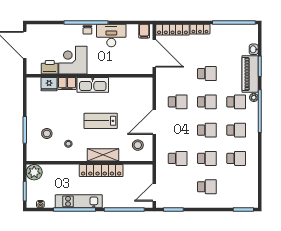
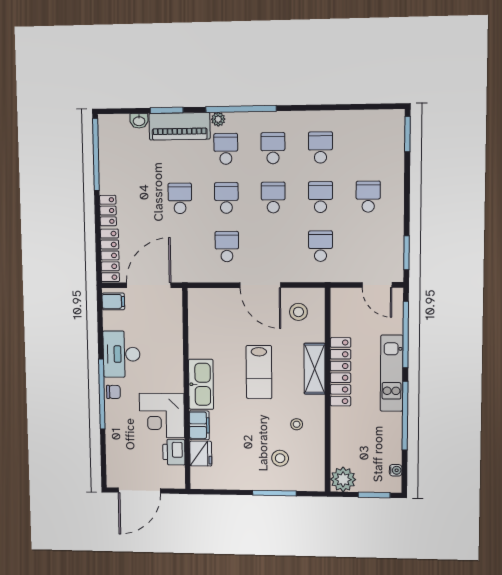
kitchen unit: (79, 201) -> (392, 373), moved

